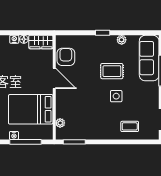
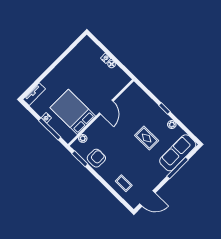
wardrobe: (41, 42) -> (120, 76), removed
armchair: (66, 57) -> (96, 158), moved
side table: (116, 96) -> (134, 156), removed

